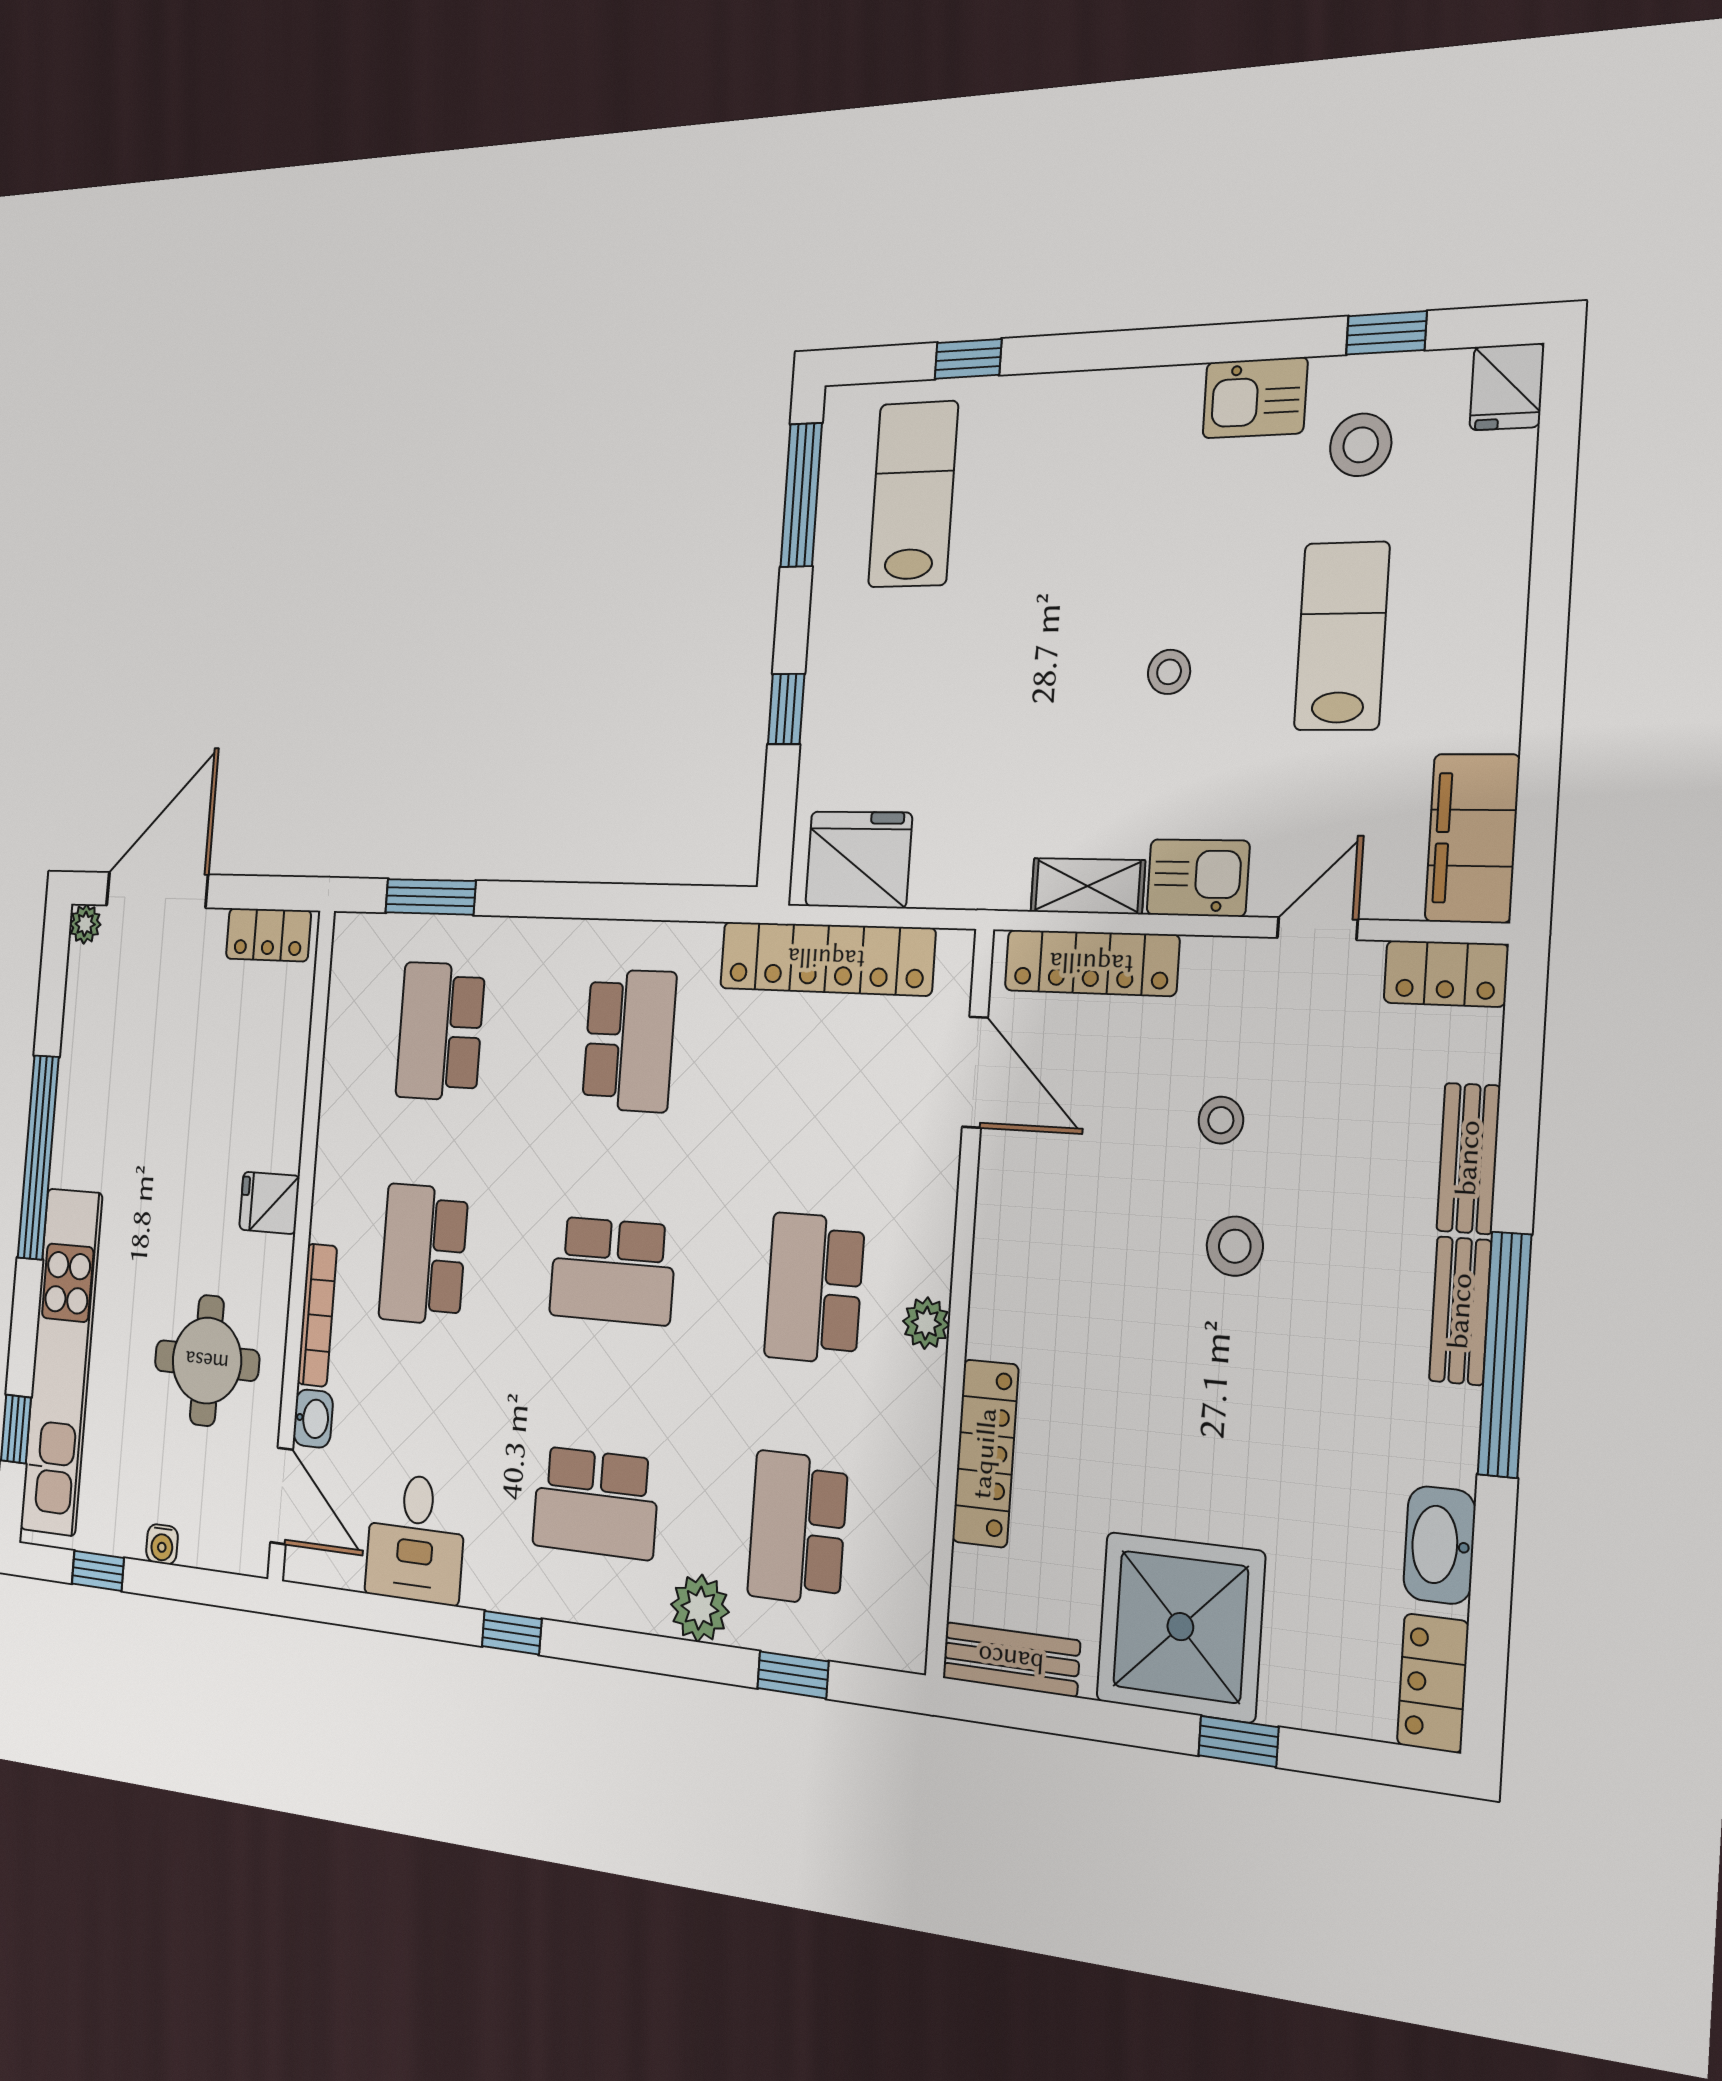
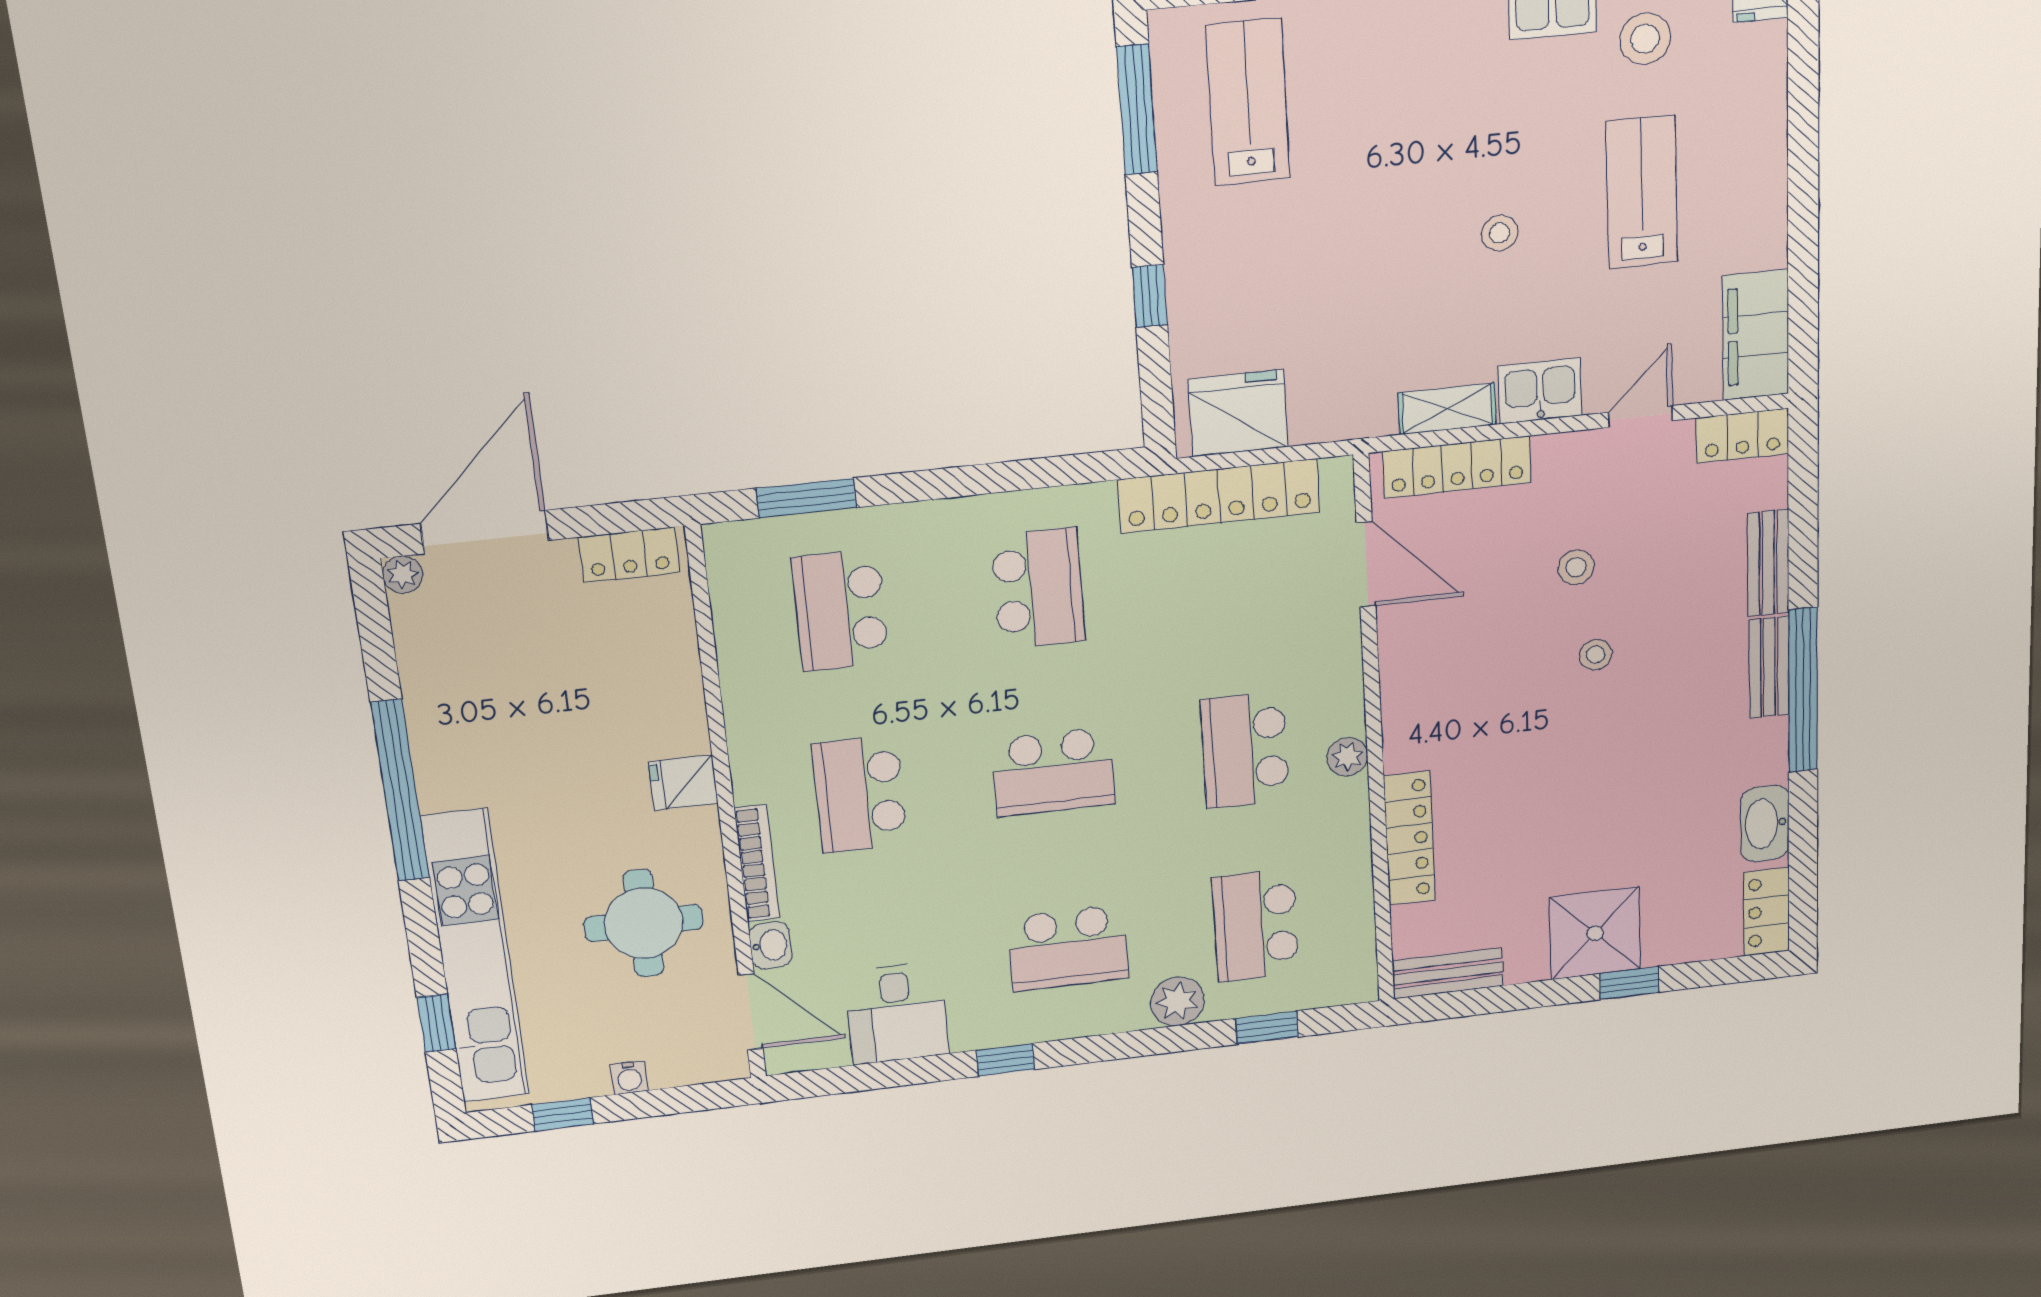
stool: (1235, 1246) -> (1596, 655), width x0.73, depth x0.73
shower: (1180, 1627) -> (1595, 933), width x0.73, depth x0.73

